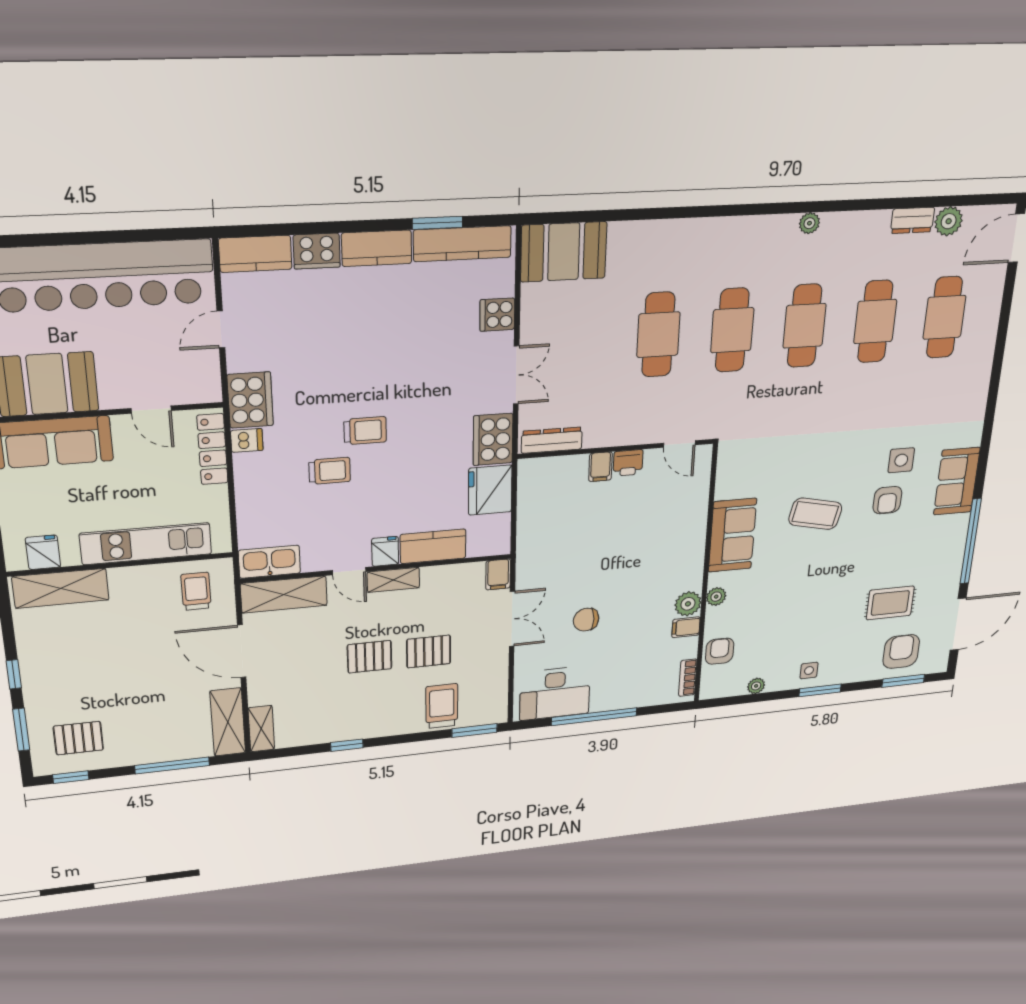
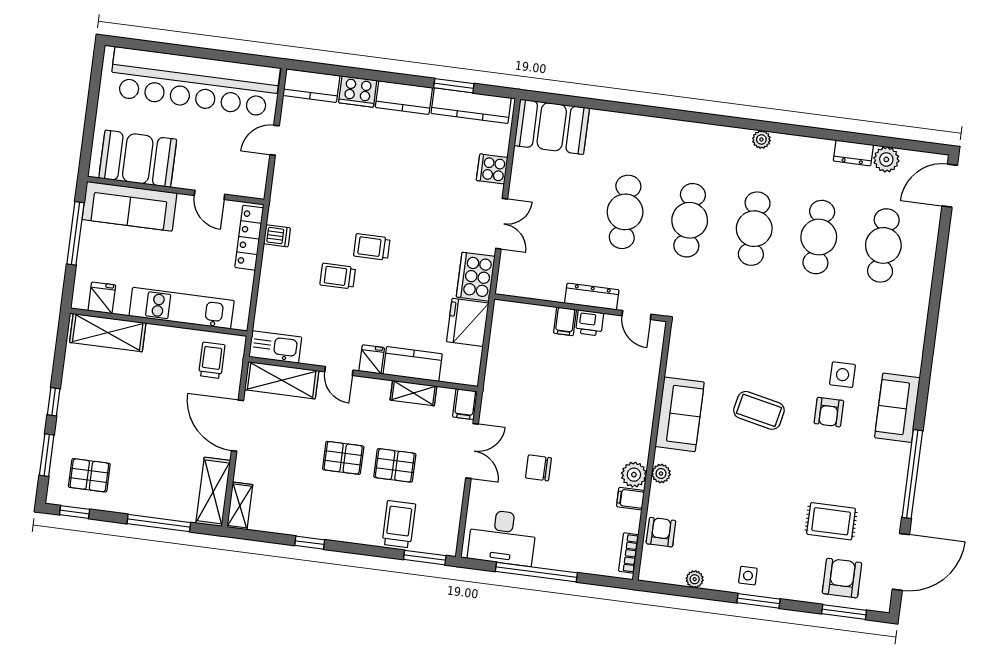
cooker: (250, 400) -> (286, 202), removed
trolley: (365, 431) -> (372, 247), turned 180
dresser: (552, 440) -> (592, 296), moved
trolley: (330, 471) -> (338, 276), turned 180
shelving: (393, 580) -> (413, 393), moved

